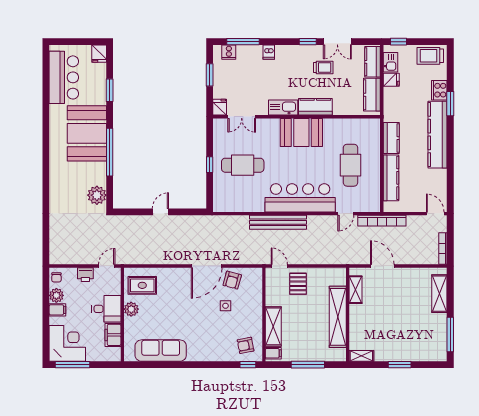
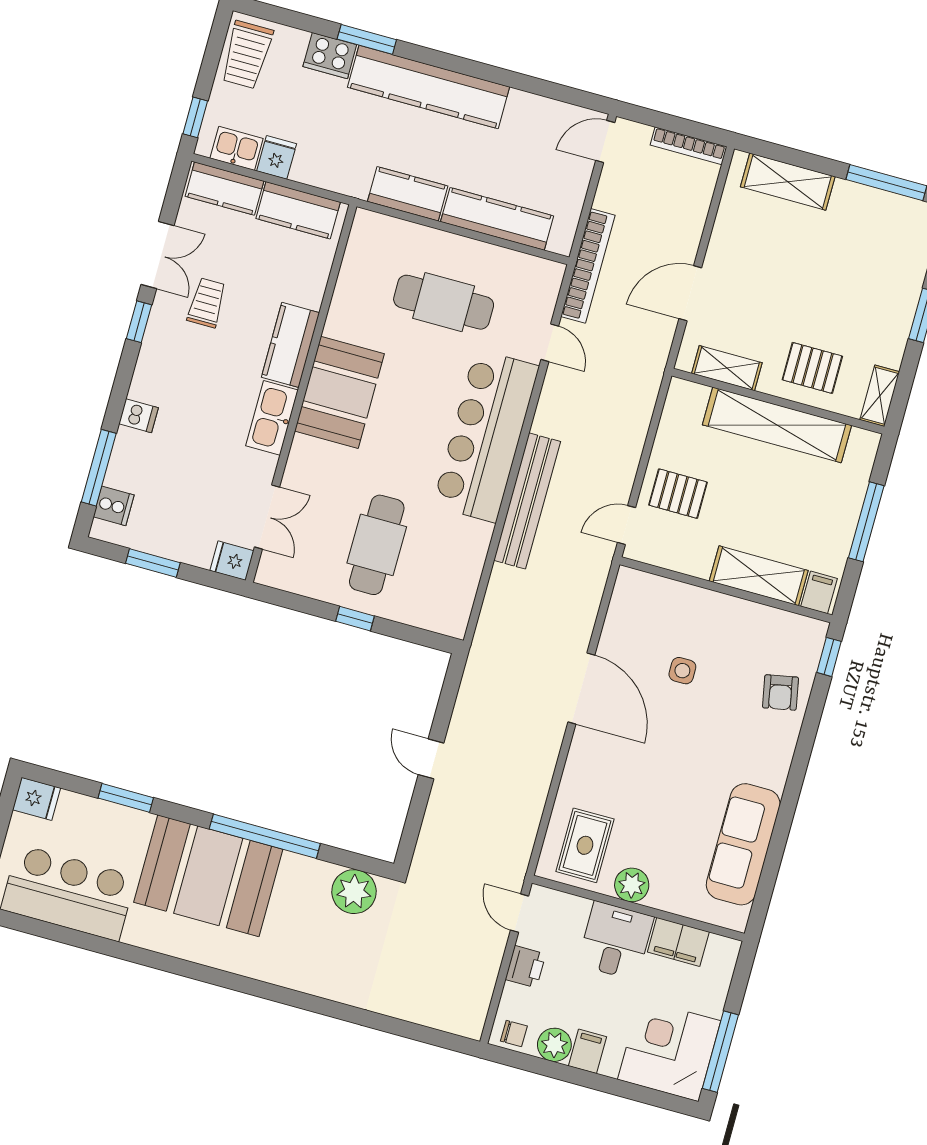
armchair: (232, 280) -> (629, 640), removed
pallet: (365, 325) -> (812, 368), added
armchair: (246, 345) -> (780, 693), moved

